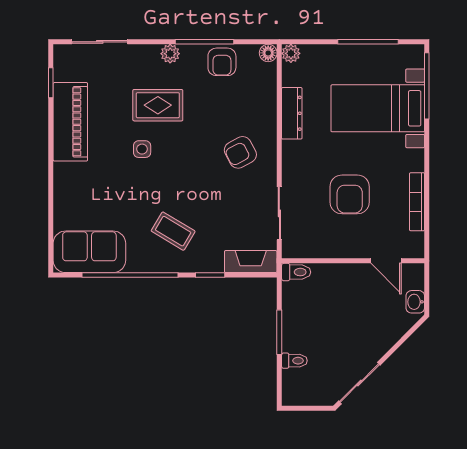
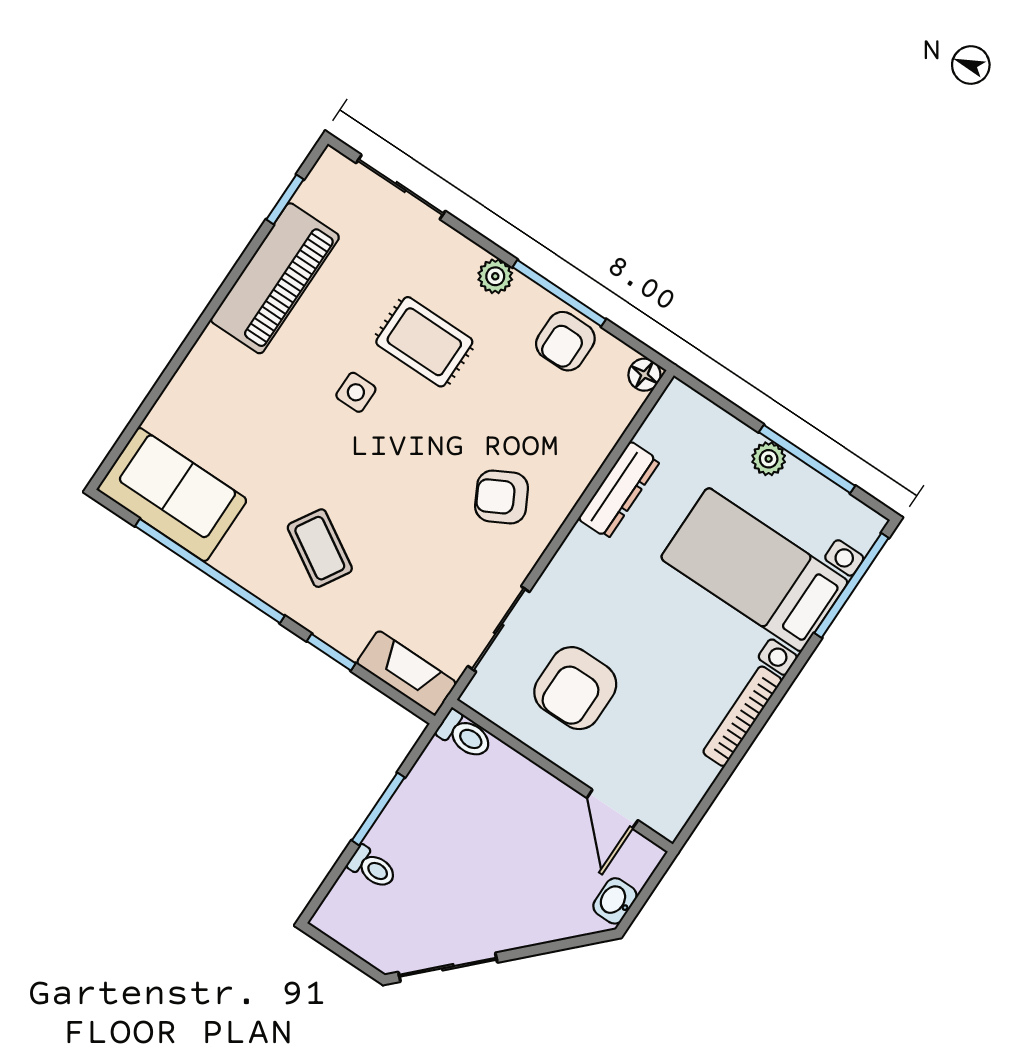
plant: (291, 53) -> (769, 459), moved
armchair: (350, 194) -> (575, 688), moved
bookcase: (417, 202) -> (742, 716), moved

